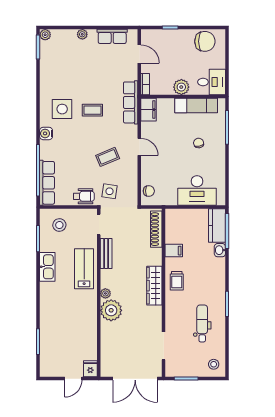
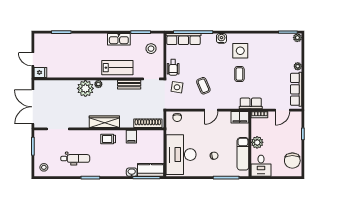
row of seats: (112, 36) -> (296, 89), width x1.48
row of seats: (131, 102) -> (251, 103), width x0.68
desk: (197, 191) -> (181, 155), width x1.36, depth x1.30

